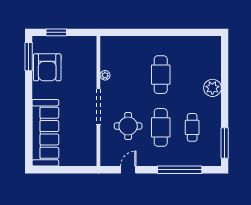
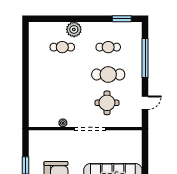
cafe table: (161, 75) -> (62, 47), moved, width x0.73, depth x0.74
window: (225, 143) -> (122, 19), width x0.69
door: (128, 170) -> (145, 103), swing flipped

